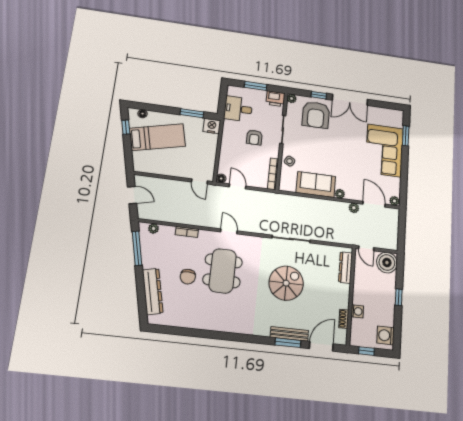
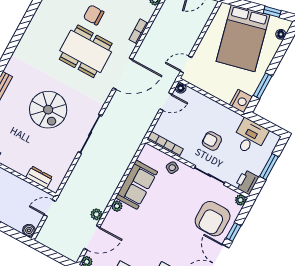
armchair: (316, 115) -> (213, 219), turned -90
bed: (157, 137) -> (243, 38), width x1.50
door: (229, 231) -> (123, 74), width x1.88
boiler: (387, 263) -> (29, 230), width x0.54, depth x0.54
dresser: (345, 268) -> (39, 177), width x0.70

